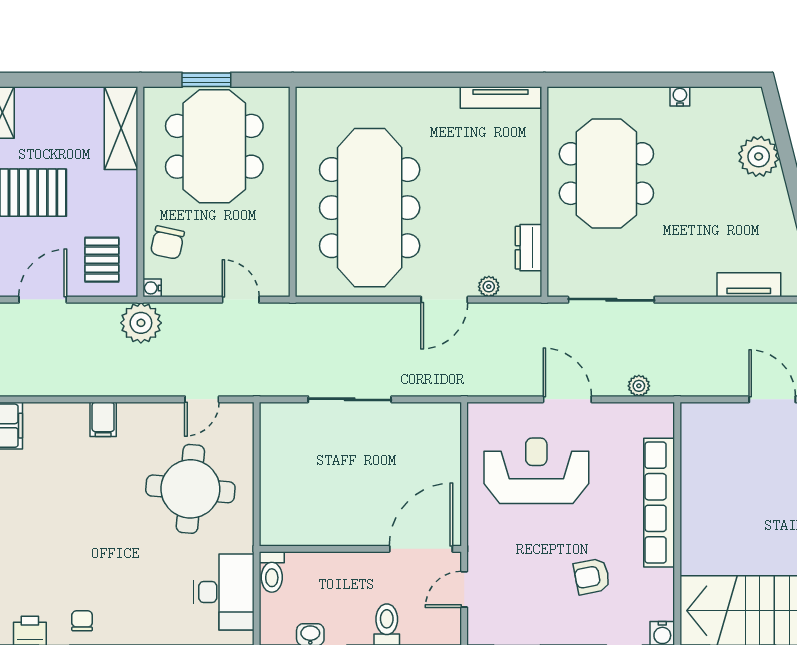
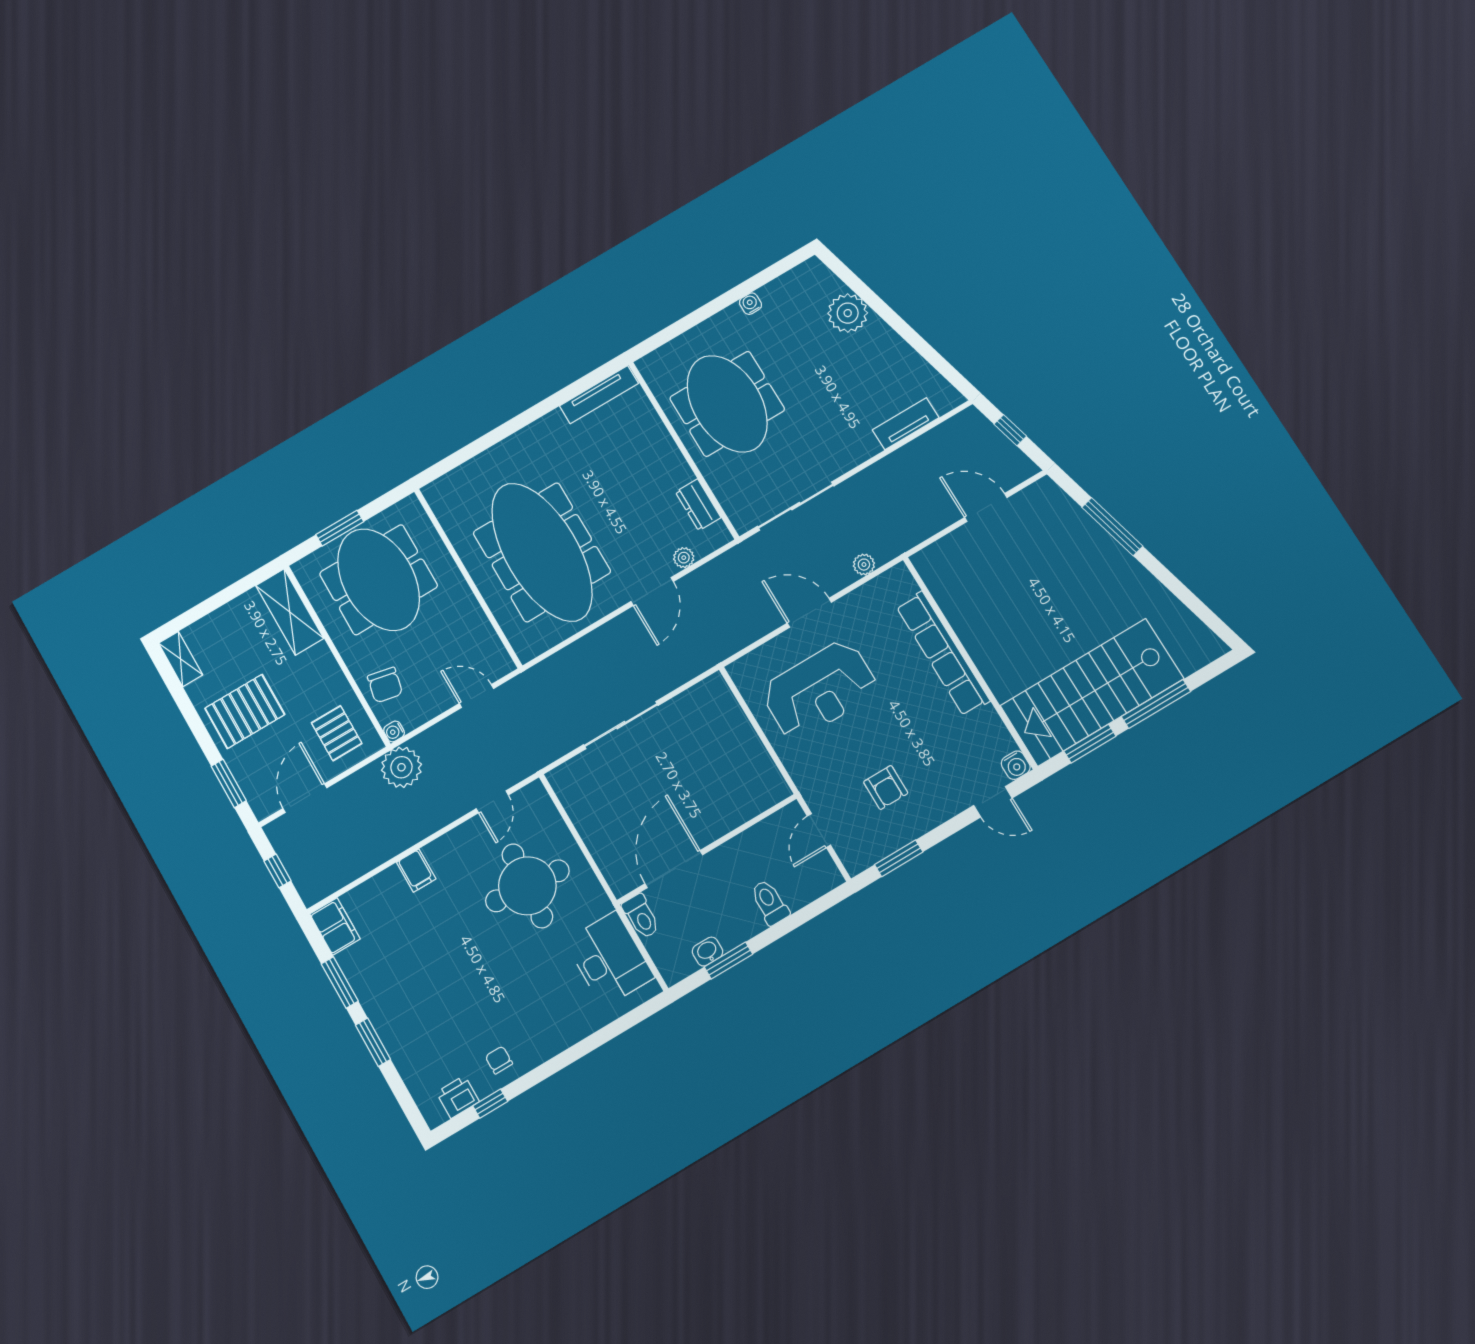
reception desk: (536, 471) -> (820, 690), turned 180
door: (421, 549) -> (674, 869), moved
armchair: (592, 576) -> (886, 788), moved, turned -79

